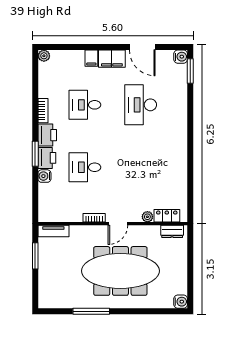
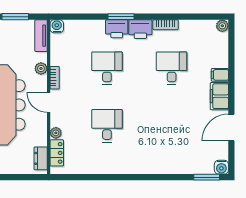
desk: (141, 105) -> (107, 126), moved, width x0.73
water cooler: (44, 176) -> (57, 26), moved
plant: (85, 231) -> (41, 68), added

